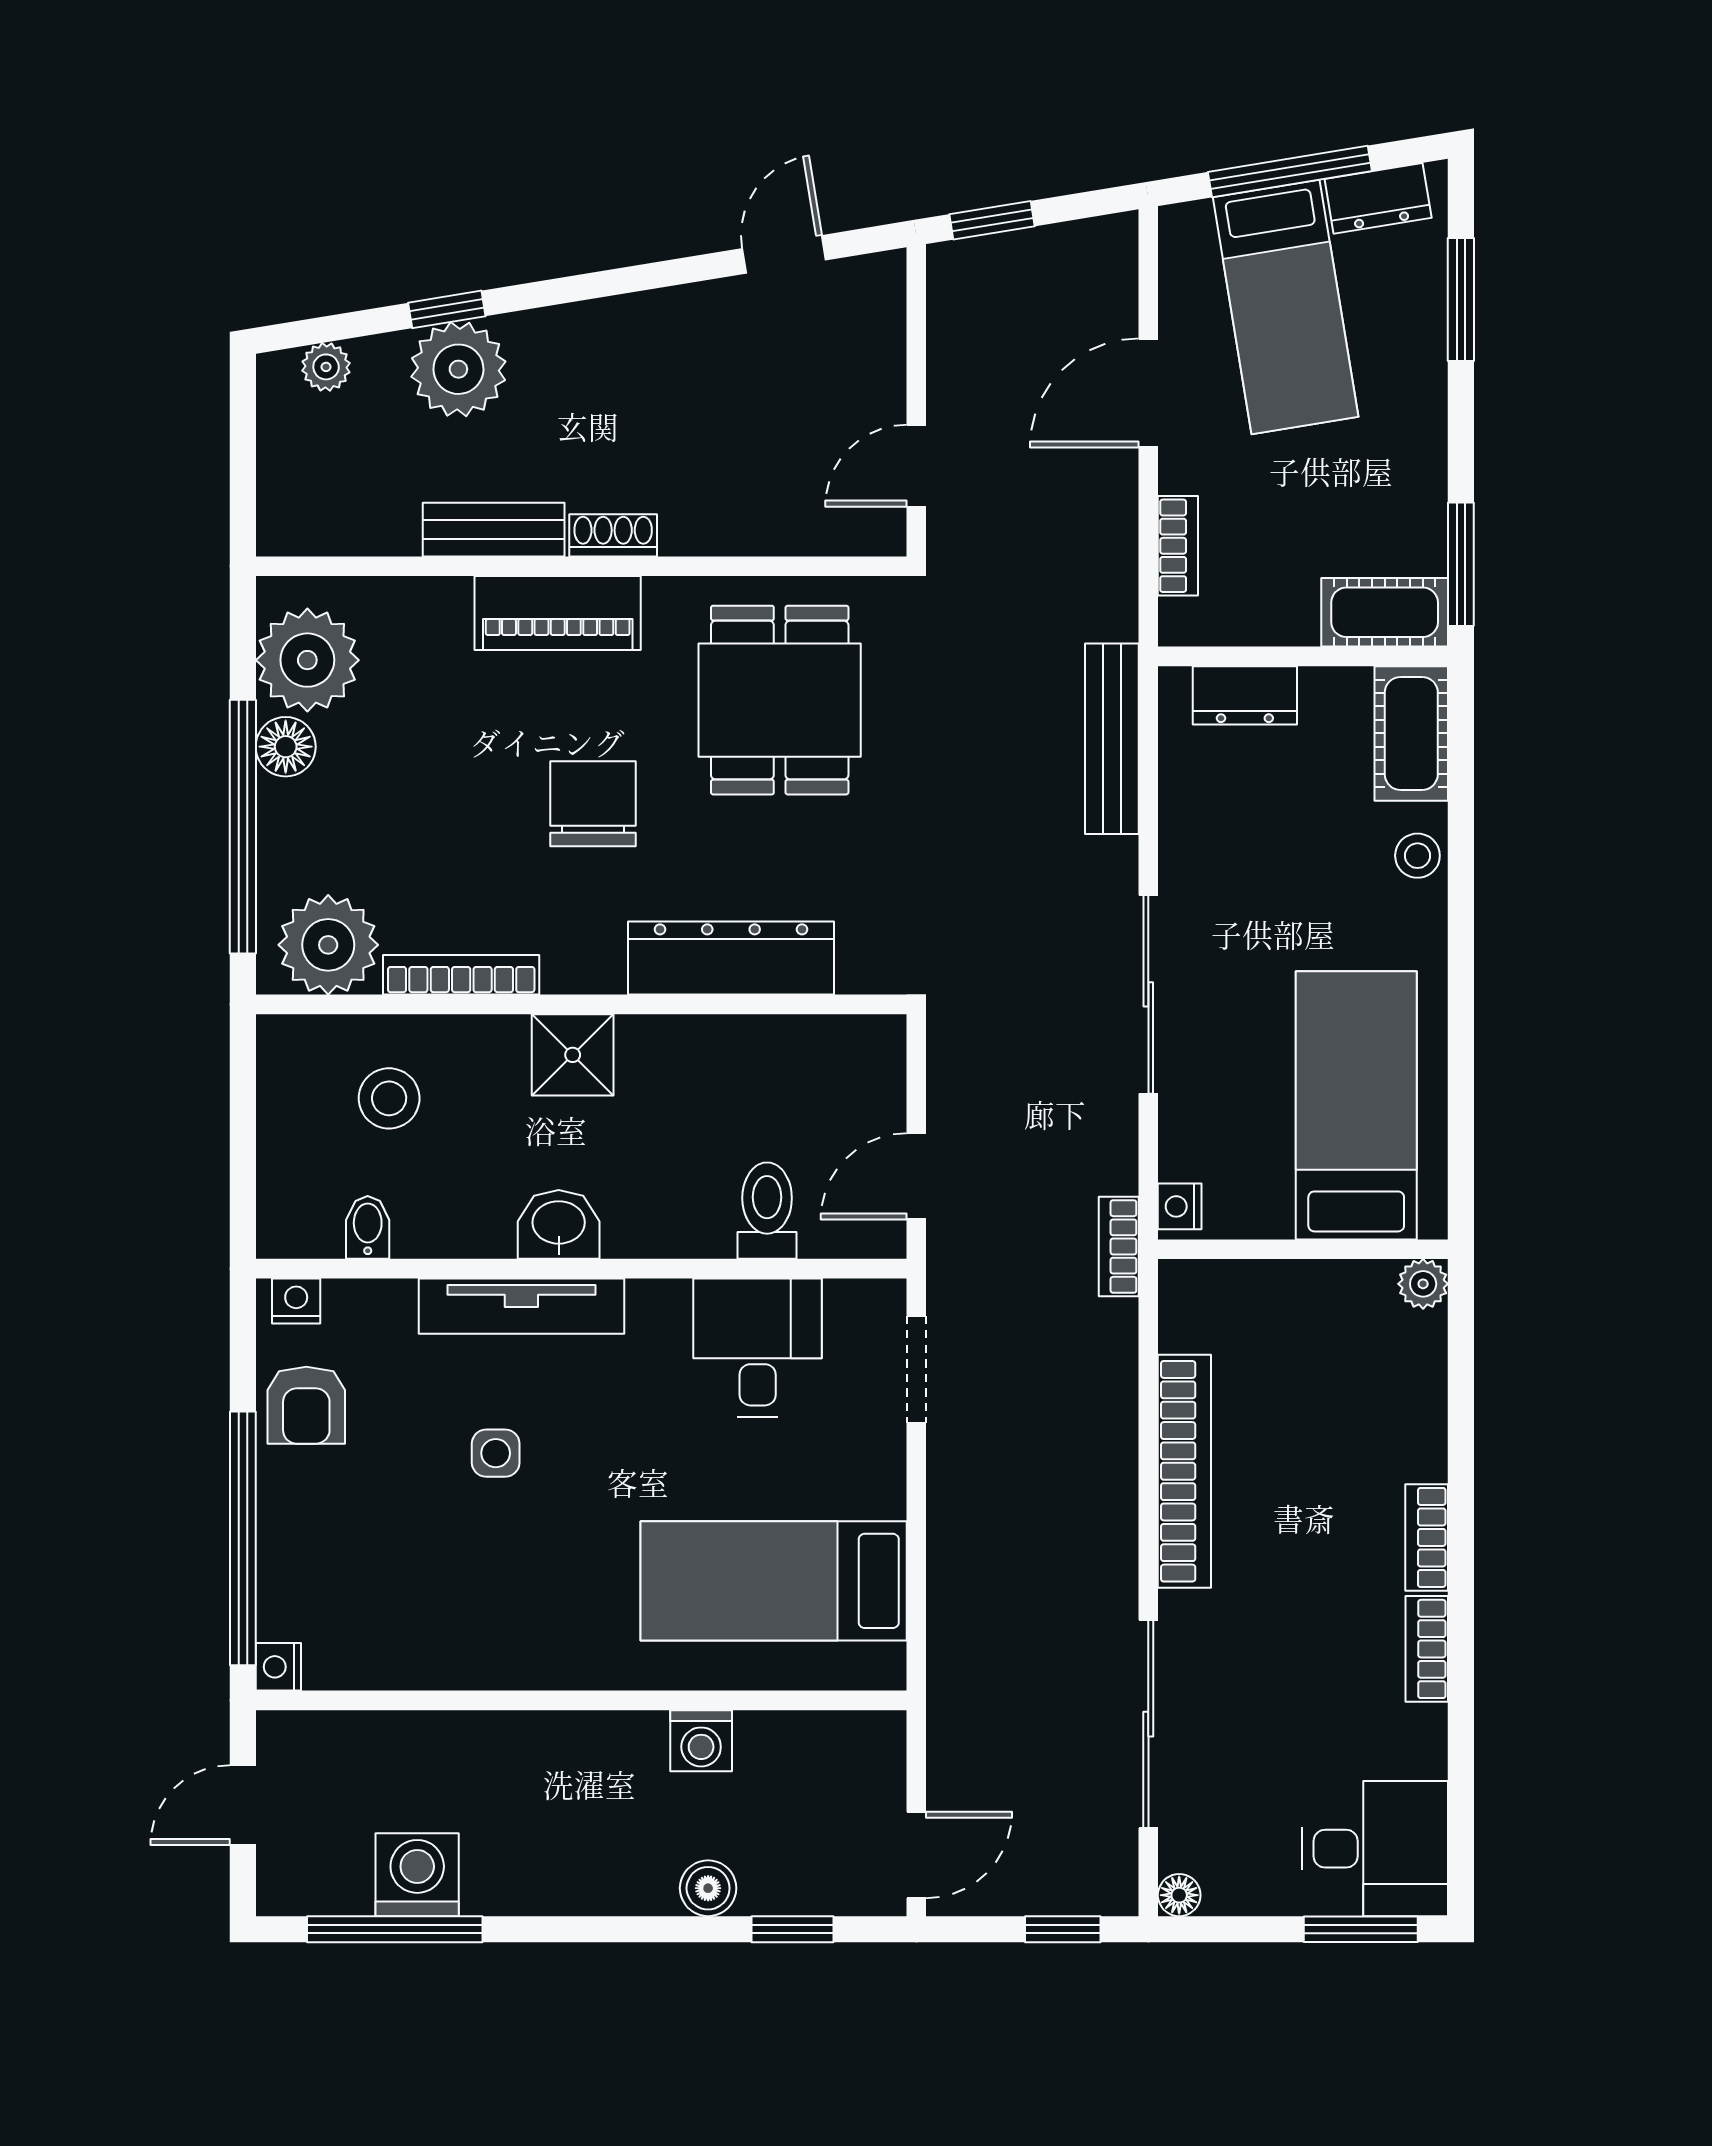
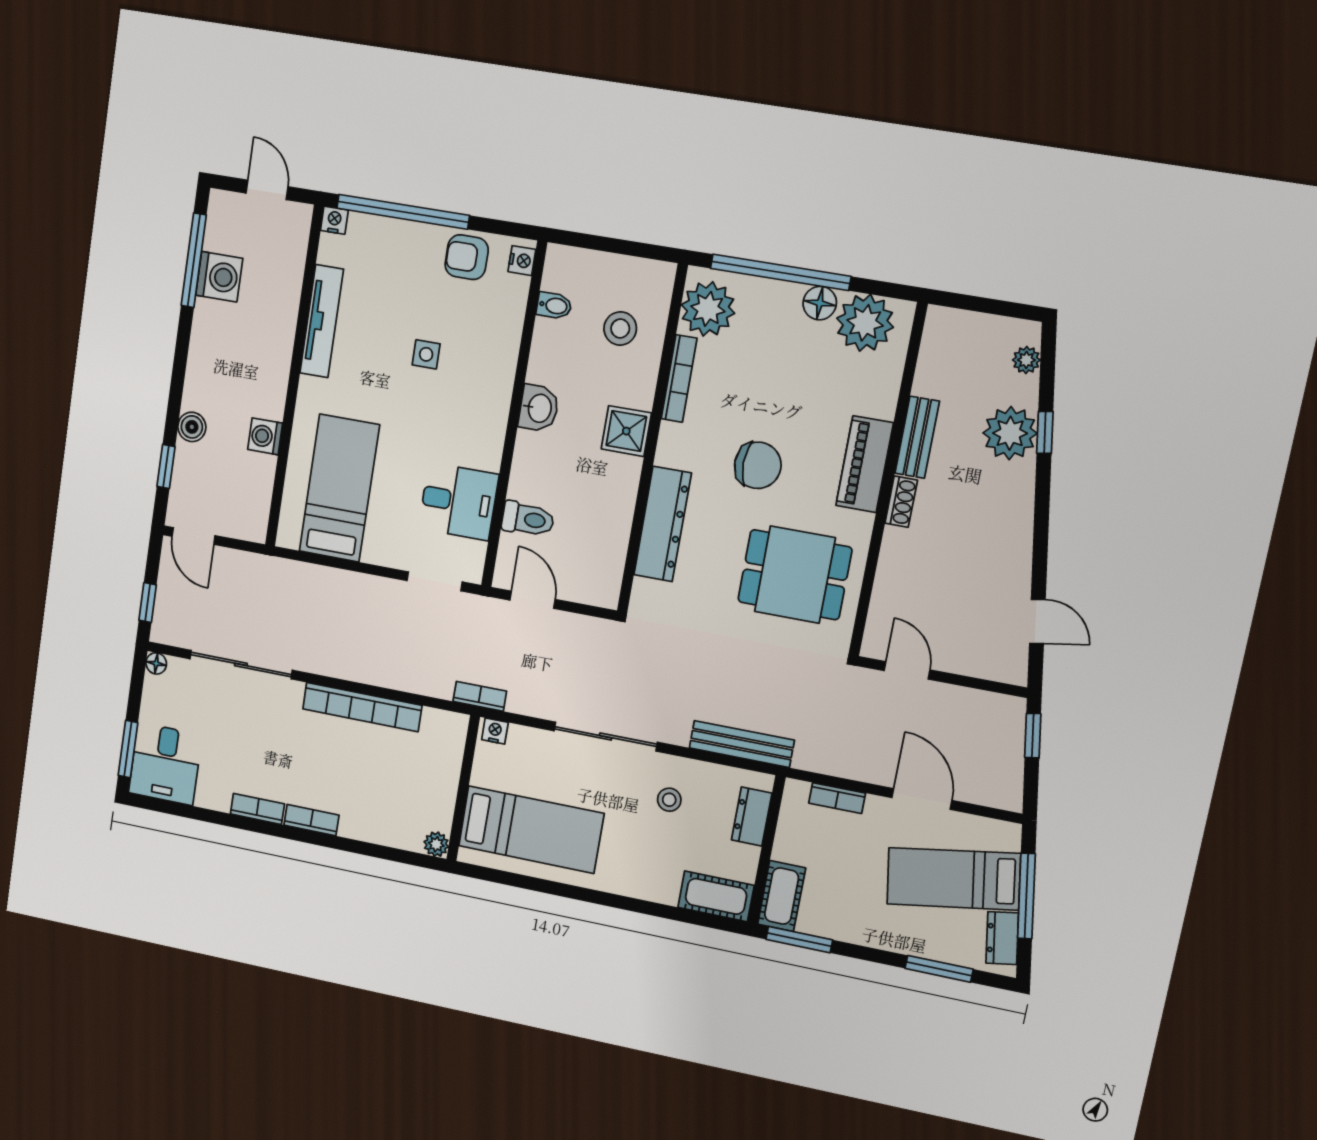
stool: (1417, 856) -> (669, 800), moved
tv unit: (521, 1306) -> (322, 321), moved, turned 180

